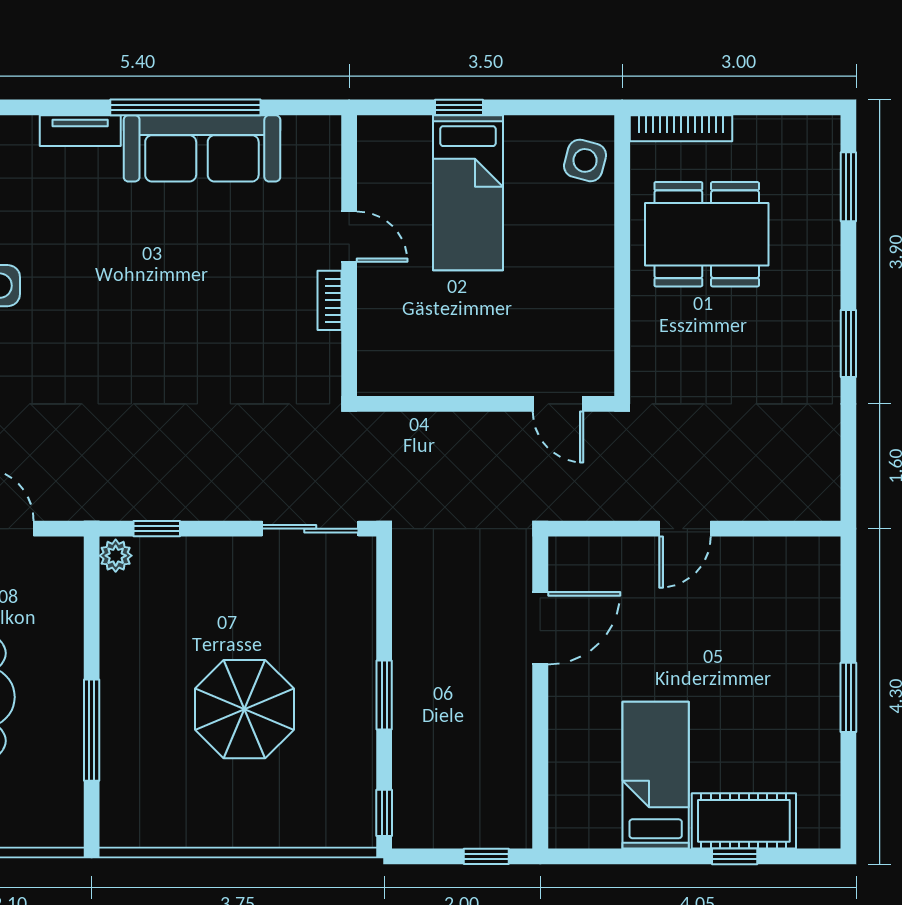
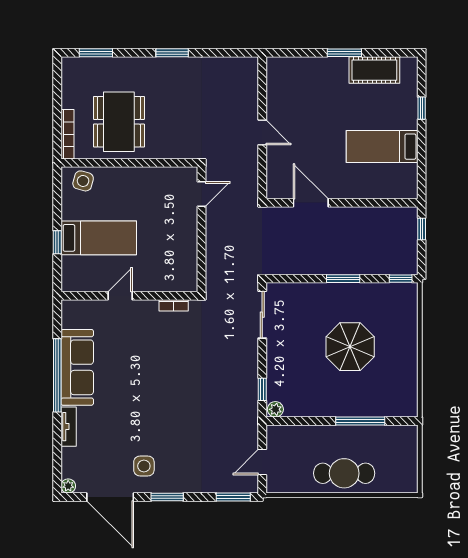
bookcase: (329, 300) -> (174, 305), moved
cot: (744, 821) -> (374, 70), moved, turned 90

